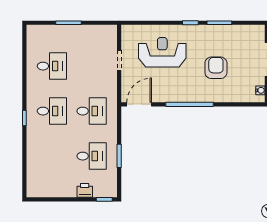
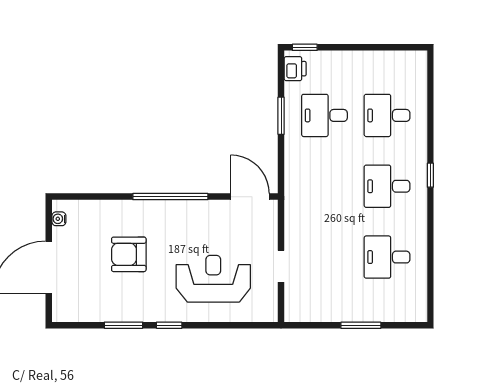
reception desk: (162, 52) -> (213, 279), turned 180
armchair: (216, 68) -> (129, 254), turned 90
door: (139, 104) -> (250, 197), swing flipped
desk: (92, 111) -> (387, 115), moved
printer: (85, 190) -> (295, 69), moved, turned -90

